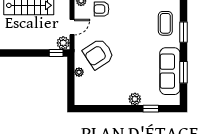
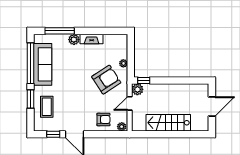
window: (184, 72) -> (31, 63), width x2.11
fireplace: (115, 100) -> (92, 39), added
window: (151, 109) -> (60, 31), width x2.17

